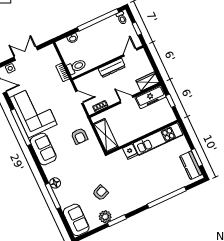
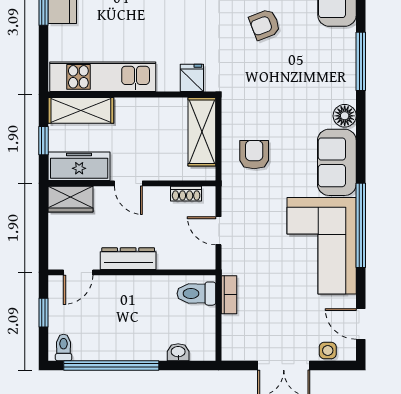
shelving: (161, 121) -> (81, 110), added
fridge: (130, 152) -> (192, 78), moved
floor lamp: (55, 183) -> (345, 116), moved

